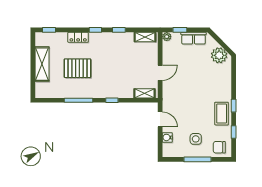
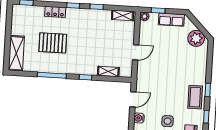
shelving: (42, 64) -> (16, 53), moved
shelving: (145, 93) -> (108, 72), moved
door: (160, 119) -> (133, 99), hinge flipped

